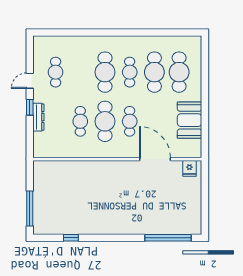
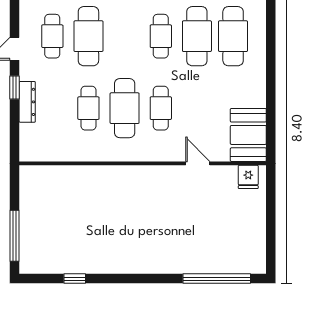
cafe table: (105, 72) -> (88, 36), moved
booth: (190, 120) -> (248, 135), moved
door: (155, 159) -> (198, 163), width x0.53

